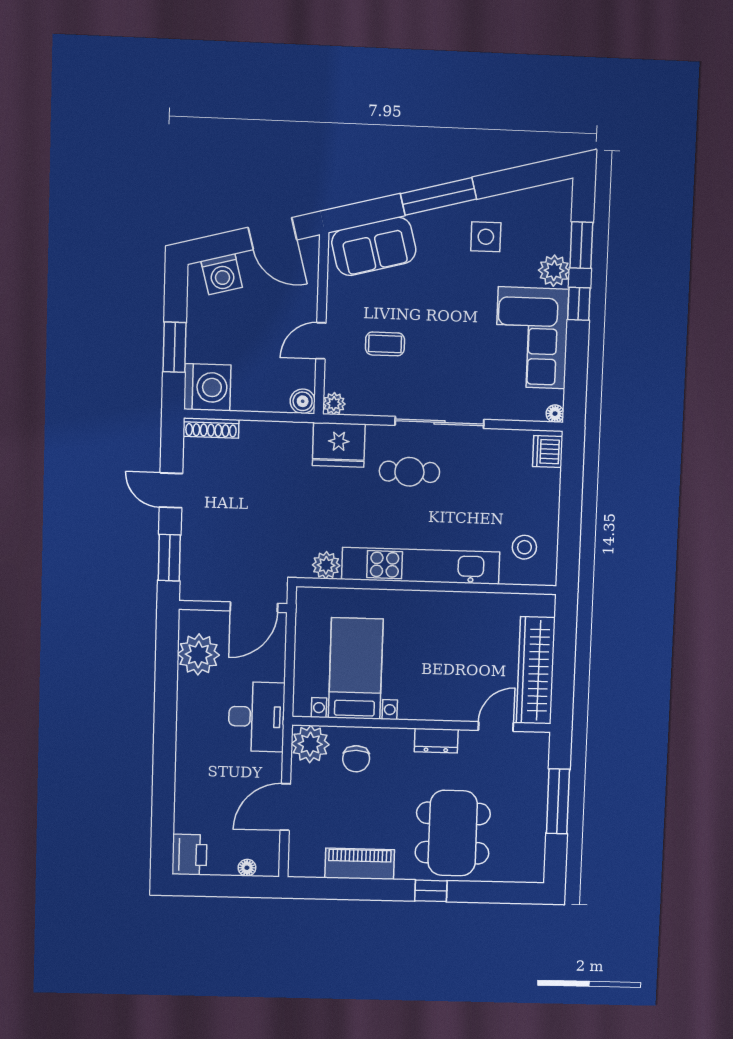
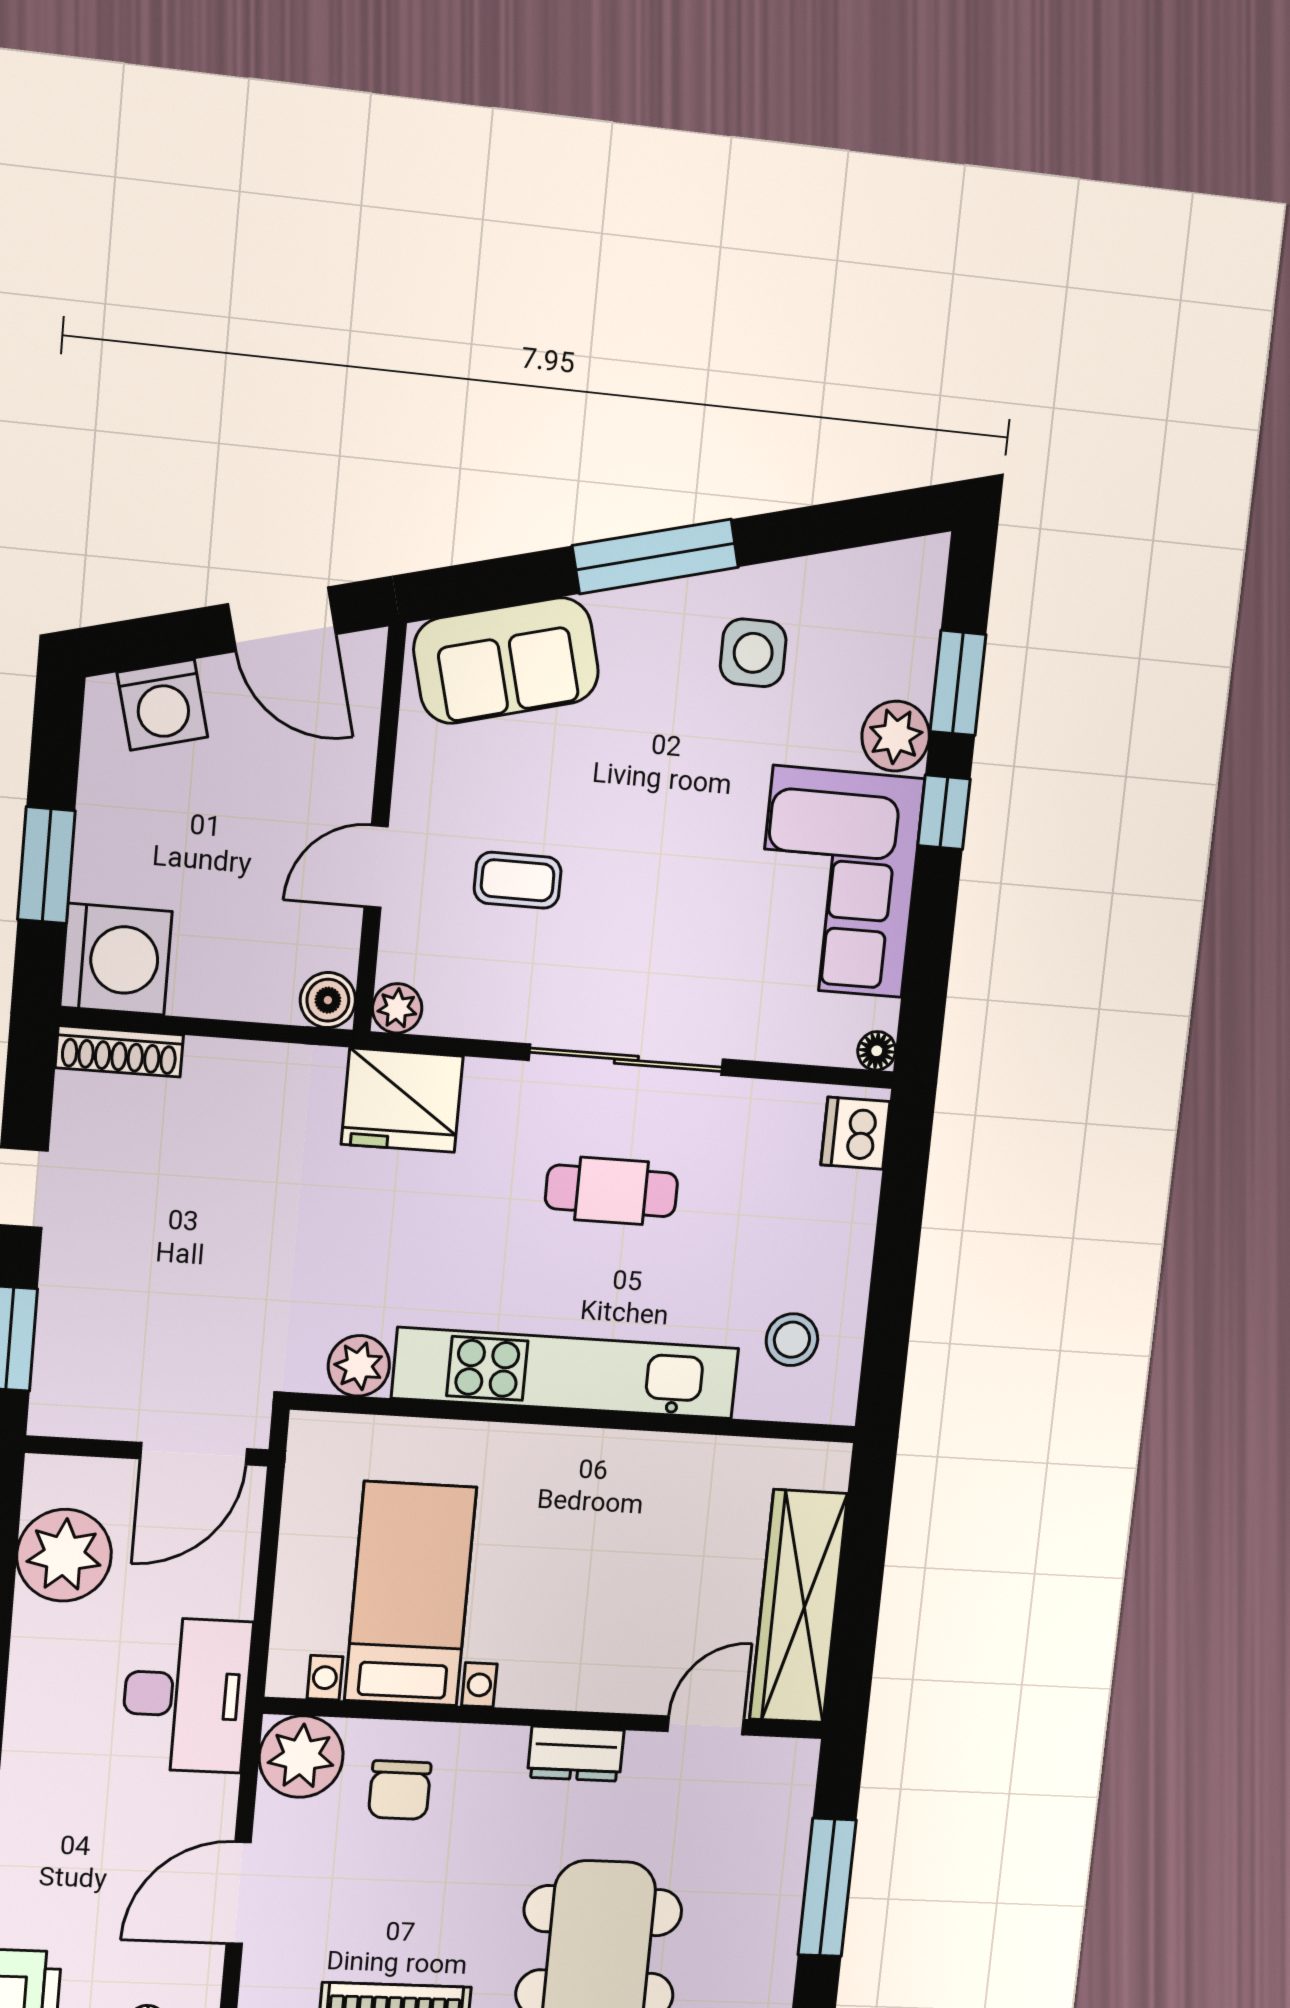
cafe table: (409, 472) -> (611, 1191), moved

